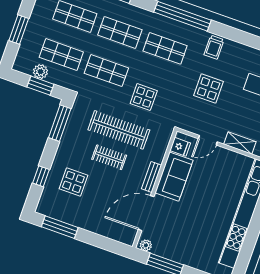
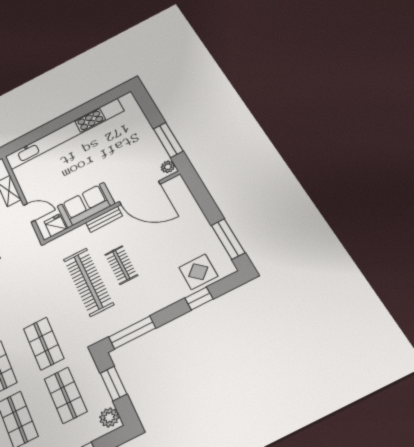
plant: (40, 72) -> (109, 417), moved
display table: (144, 97) -> (39, 292), removed
display table: (73, 182) -> (198, 272), moved

